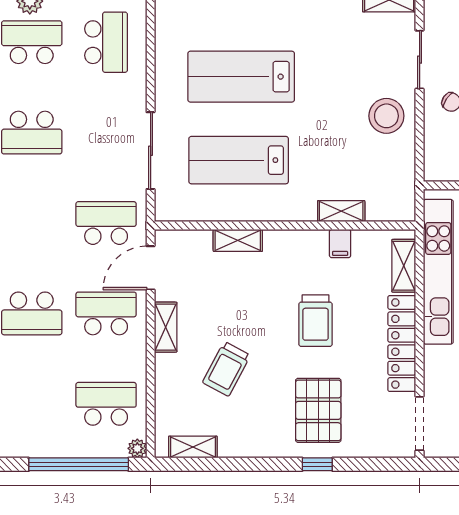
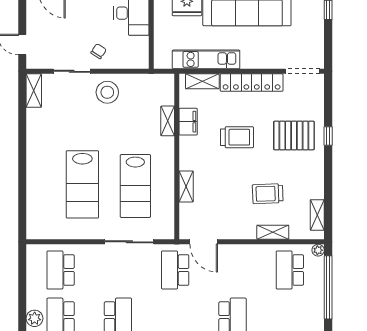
school desk: (106, 42) -> (61, 270), turned -90
filing cabinet: (340, 243) -> (188, 122), width x2.00
kitchen unit: (438, 272) -> (206, 59), width x0.73
school desk: (106, 313) -> (232, 270), removed
shelving: (166, 327) -> (273, 232), moved
trolley: (226, 369) -> (268, 194), turned 150

